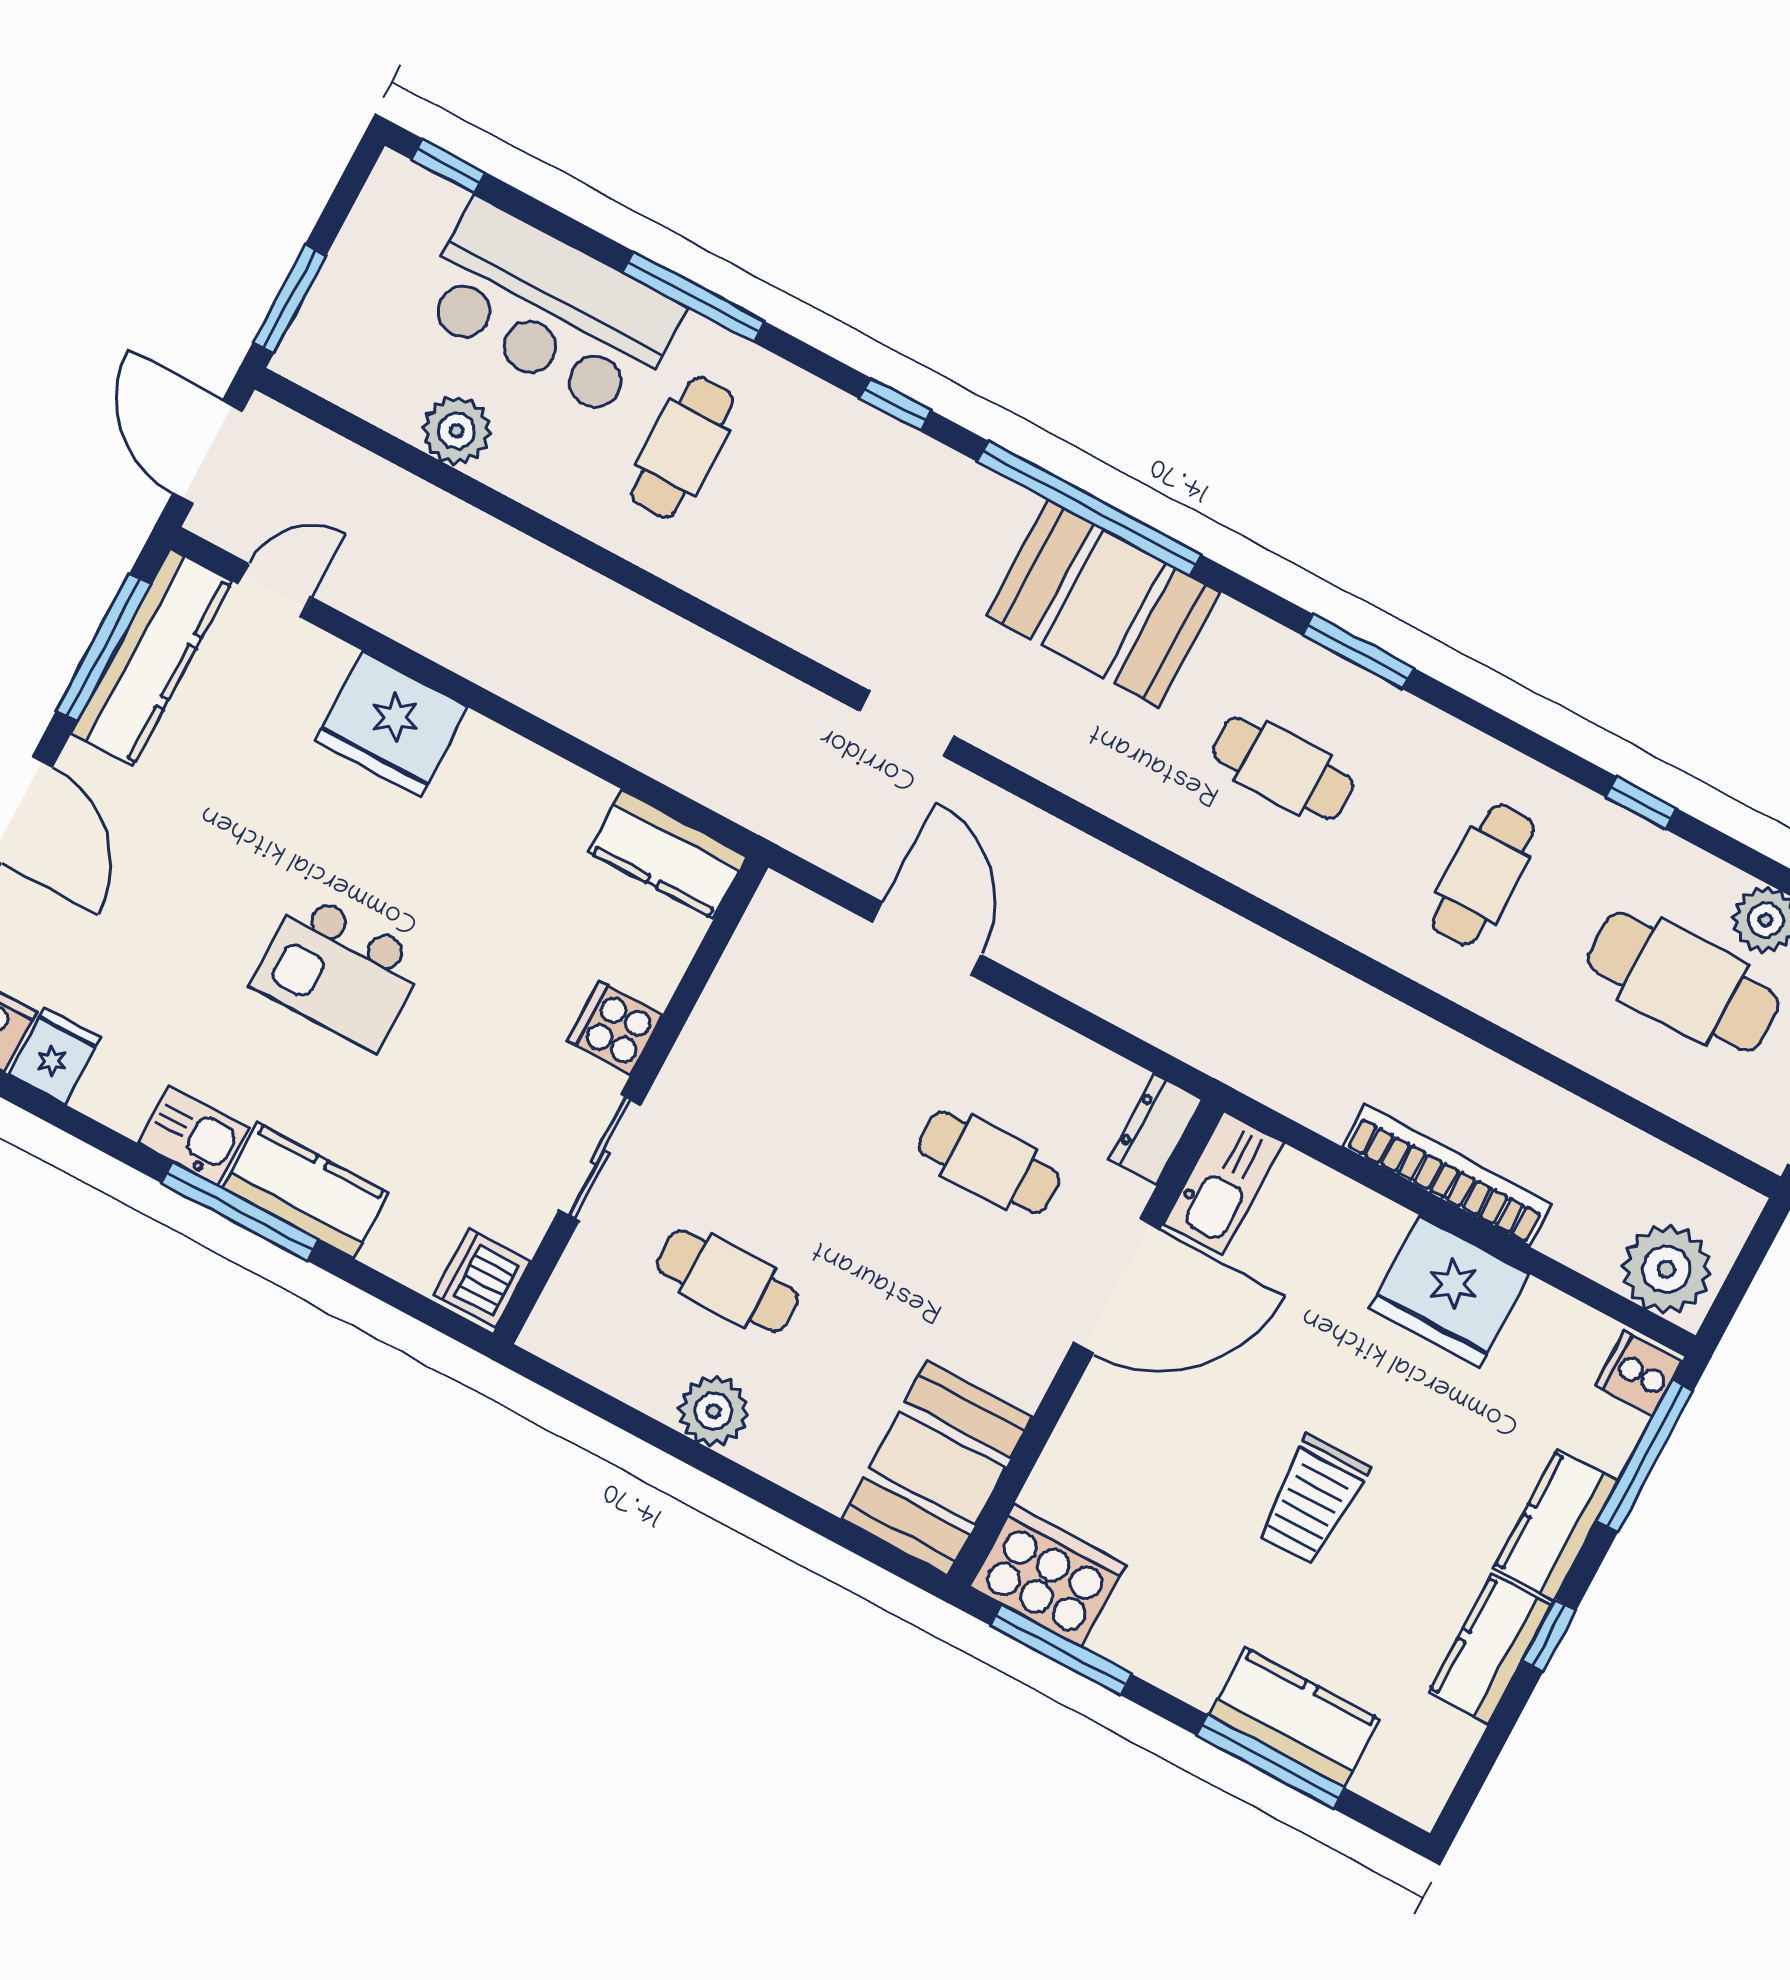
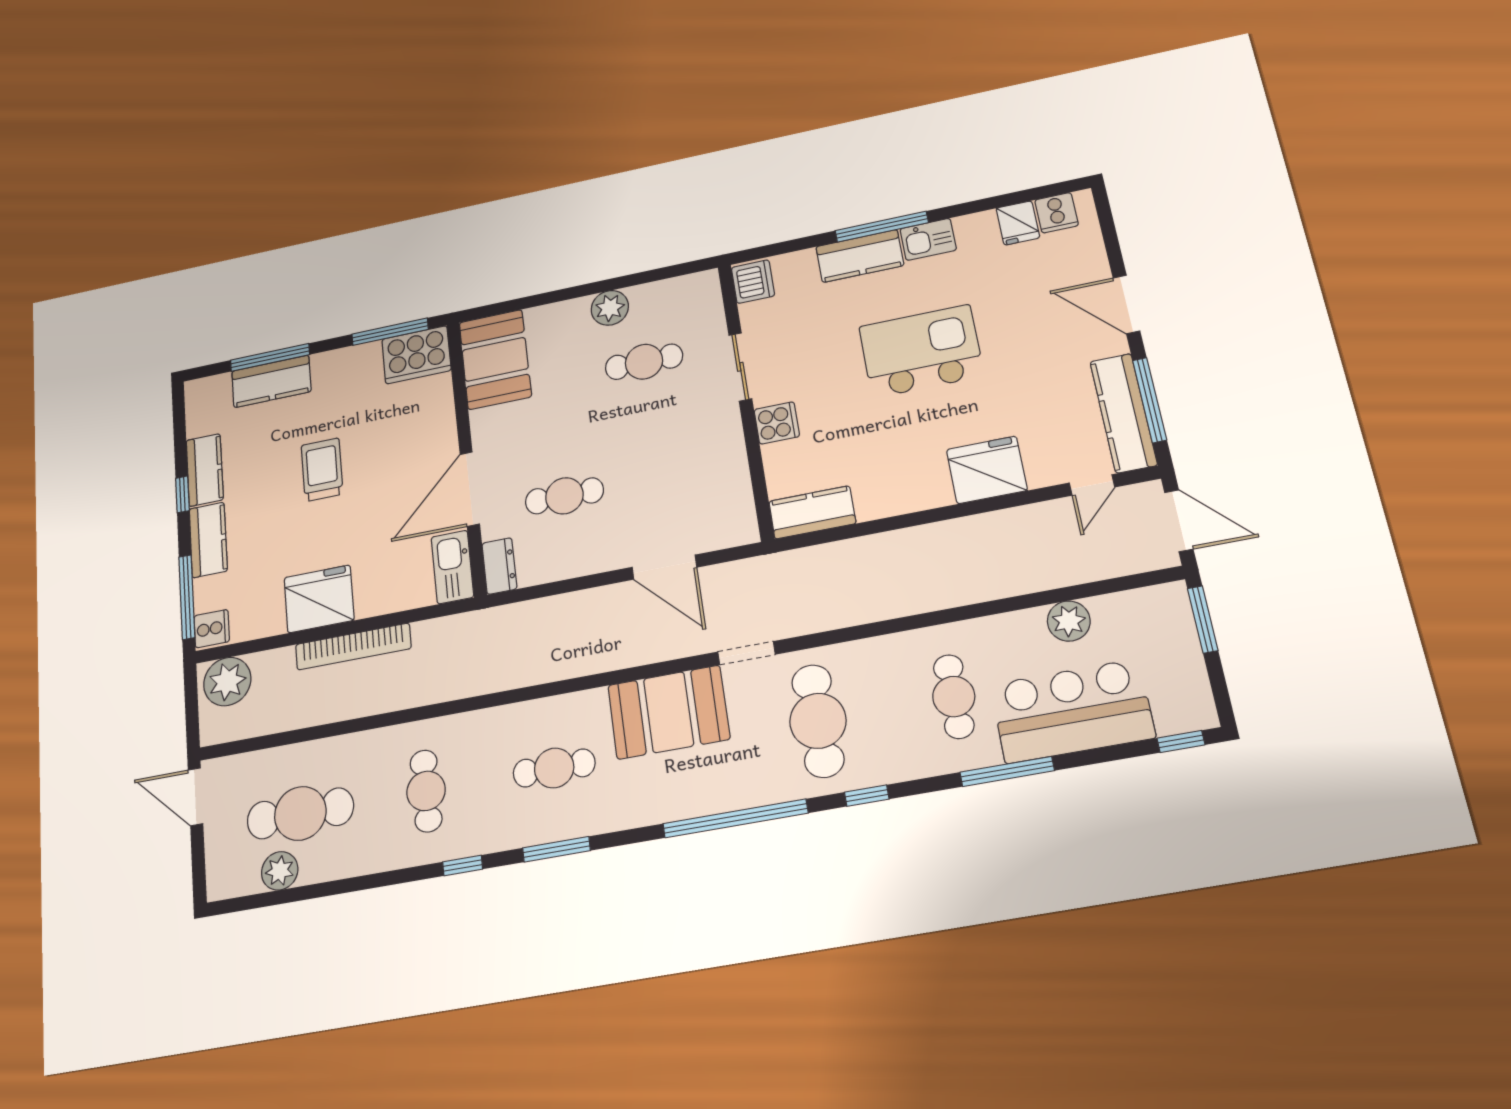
cafe table: (883, 554) -> (818, 721), added
booth: (1103, 604) -> (669, 712), moved
window: (1641, 803) -> (463, 865), moved
kitchen island: (338, 971) -> (921, 351), width x1.37, depth x1.28

